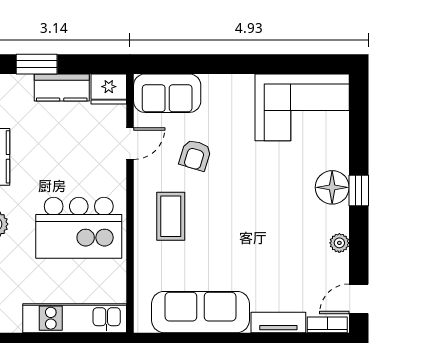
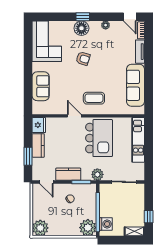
sofa: (167, 93) -> (41, 86), moved
door: (130, 144) -> (74, 116), moved
armchair: (195, 155) -> (83, 59), moved

